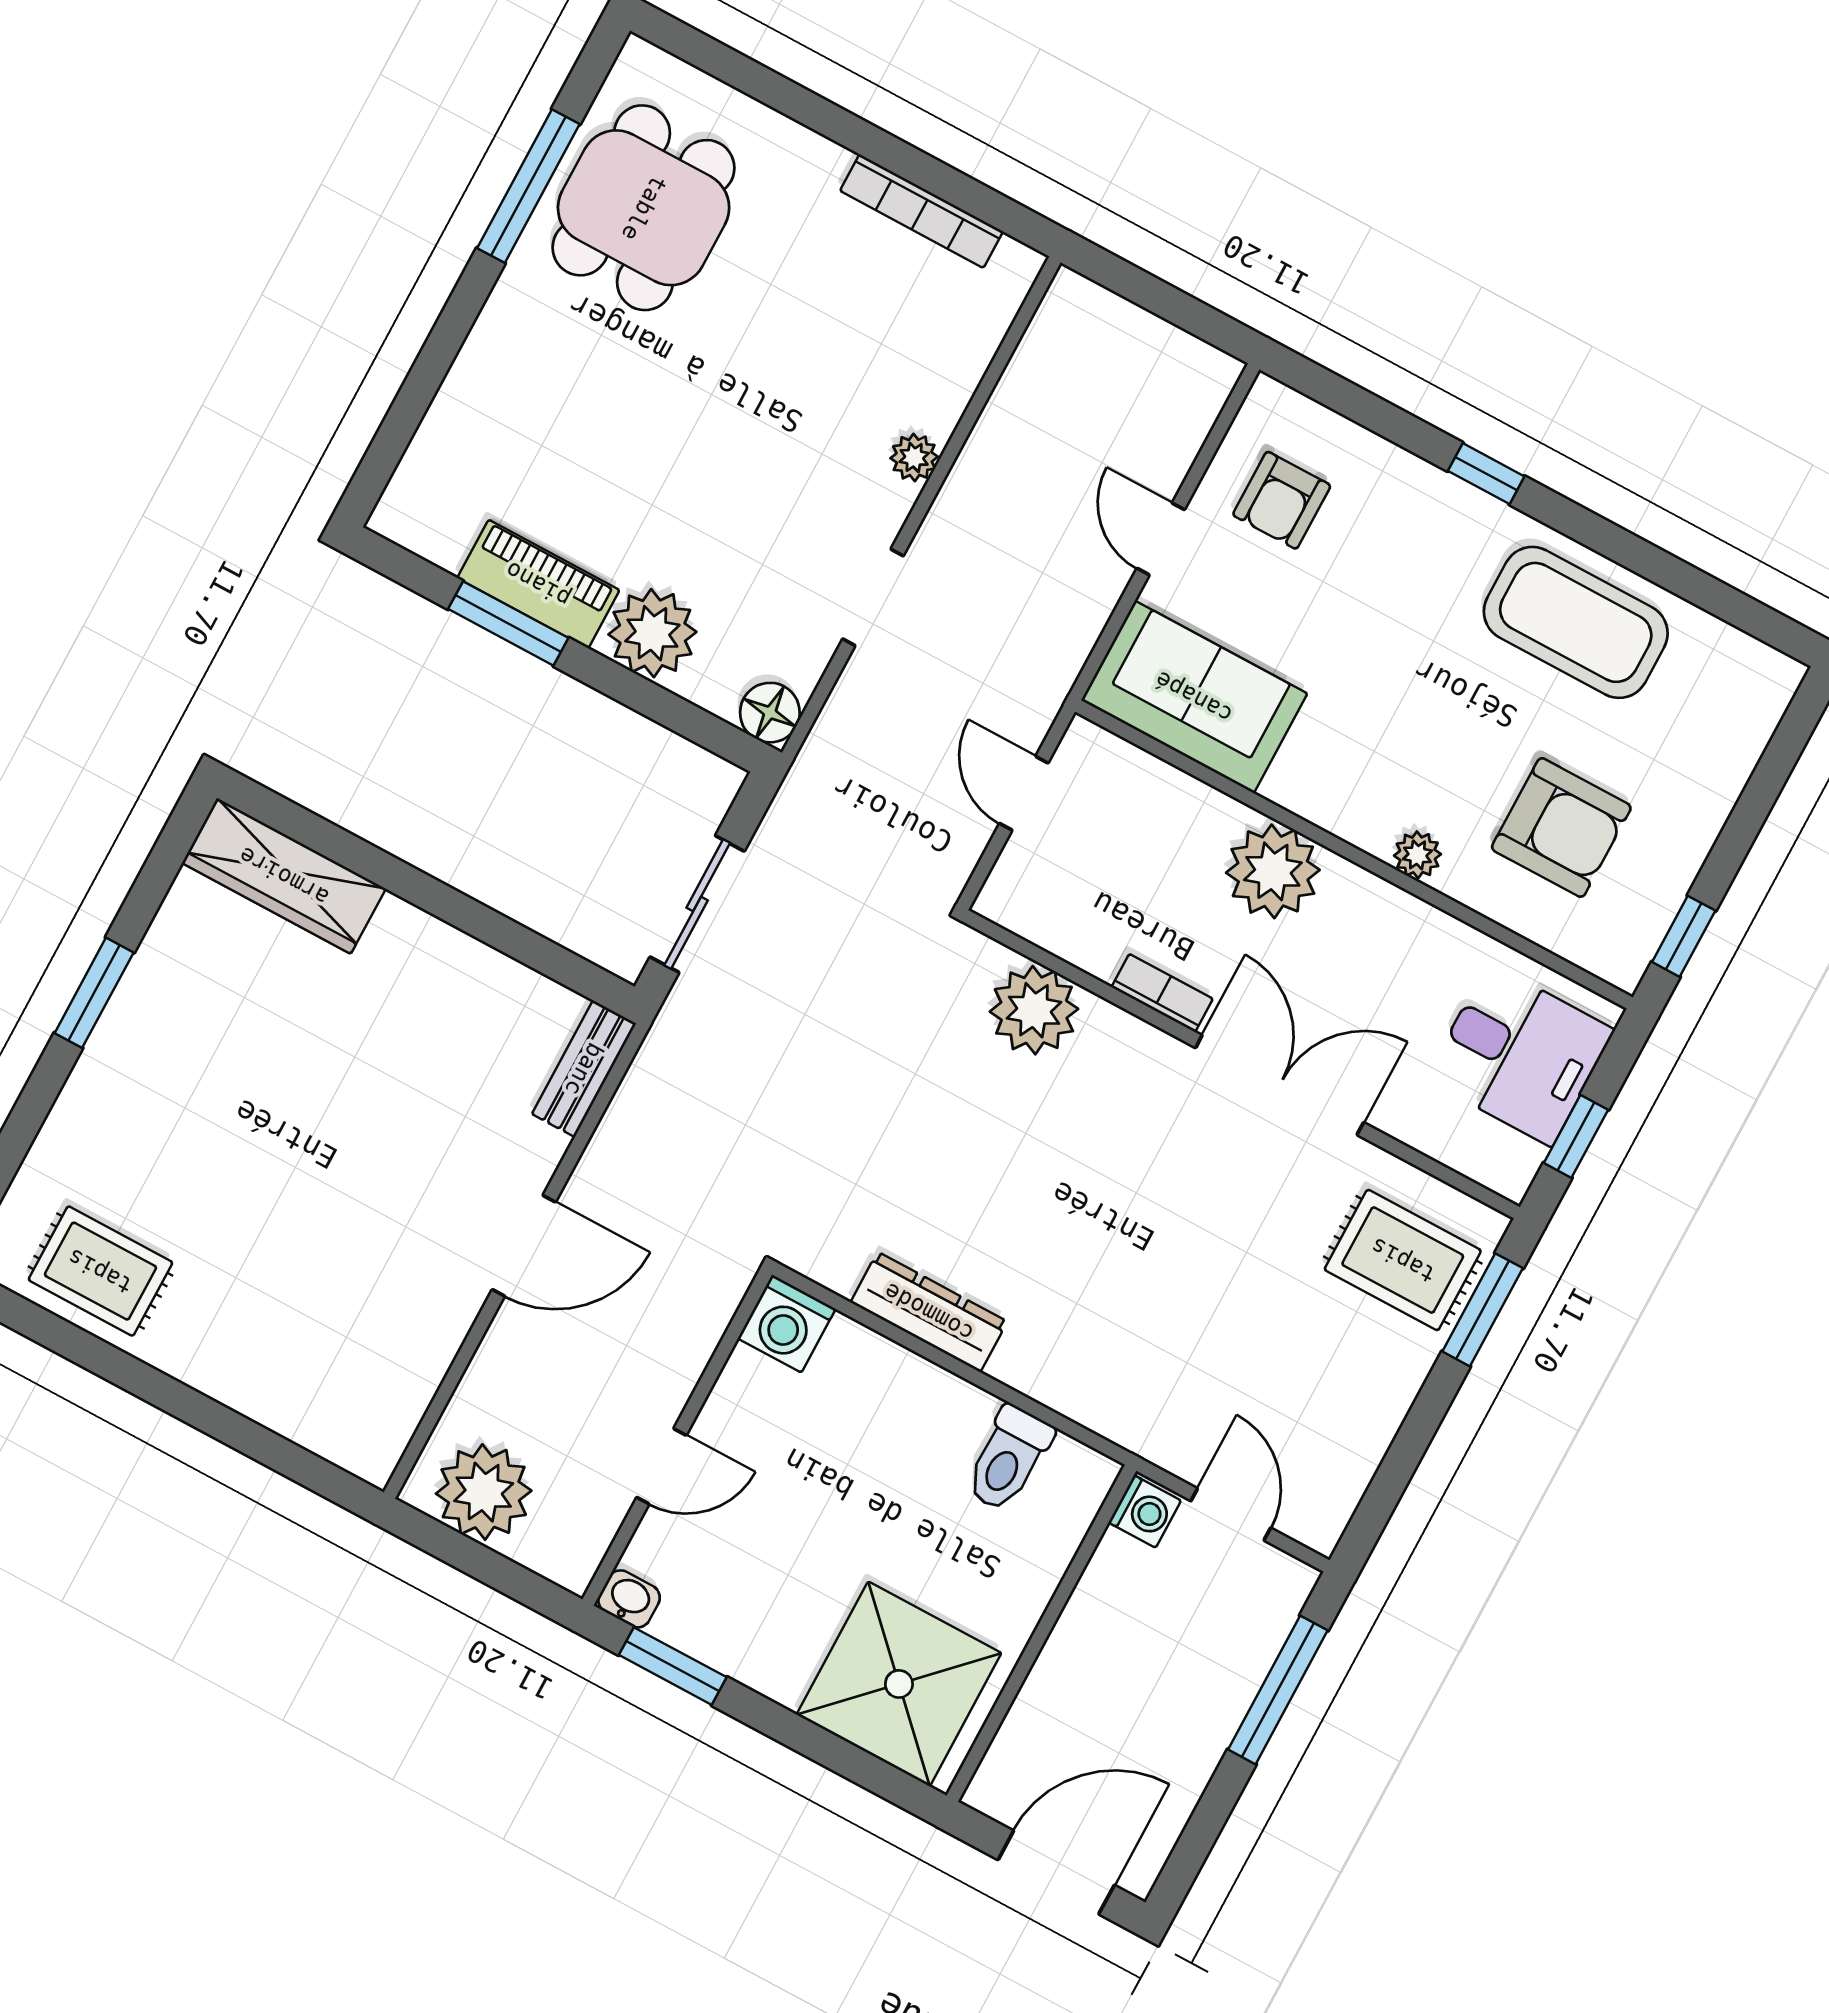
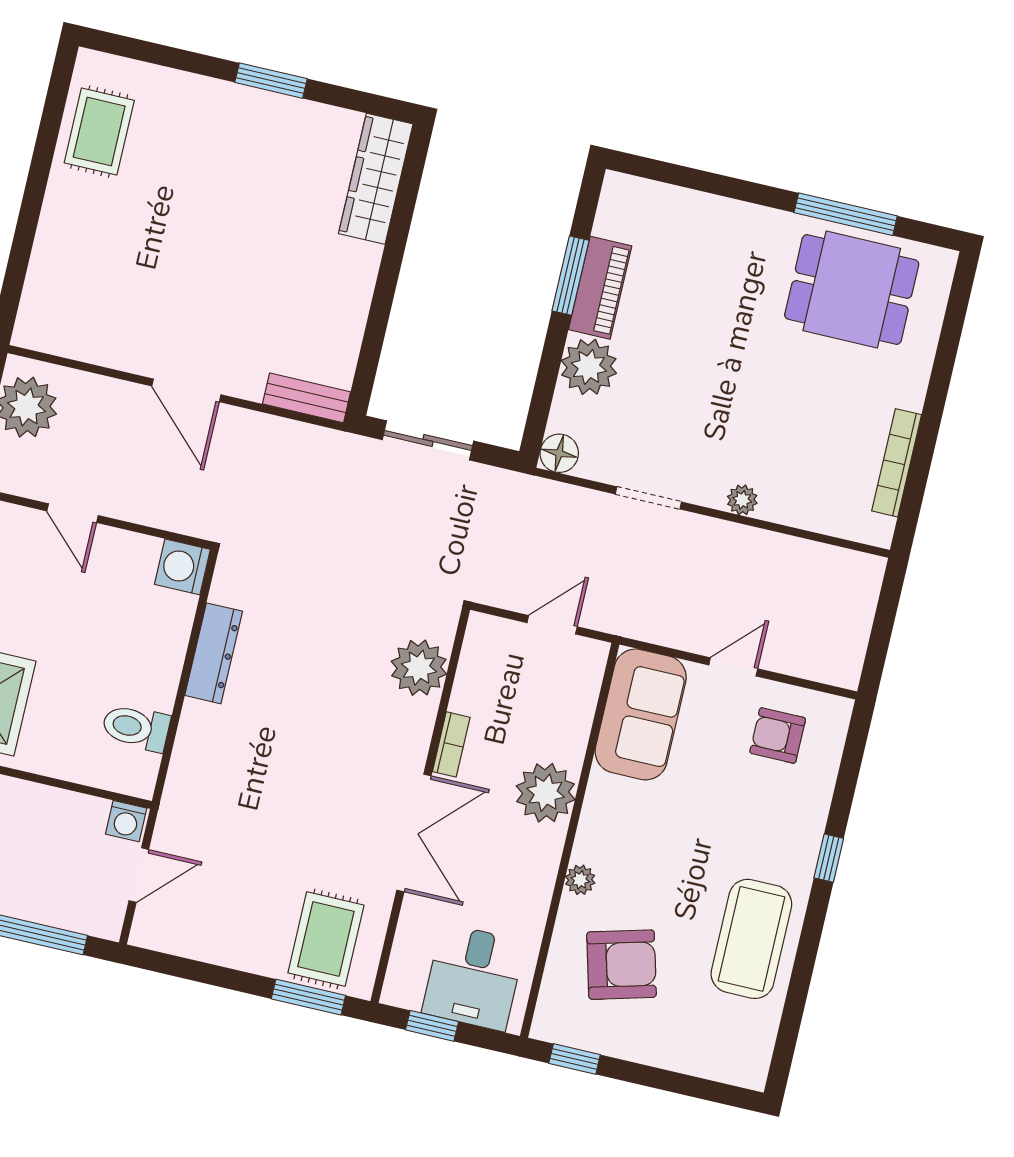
armchair: (1561, 827) -> (622, 965), turned -105

